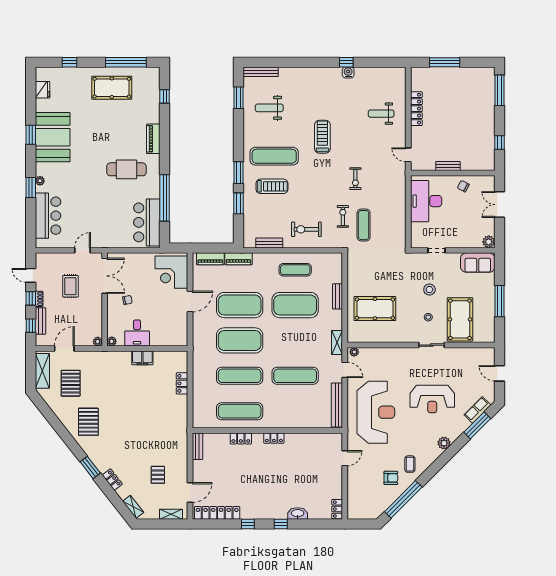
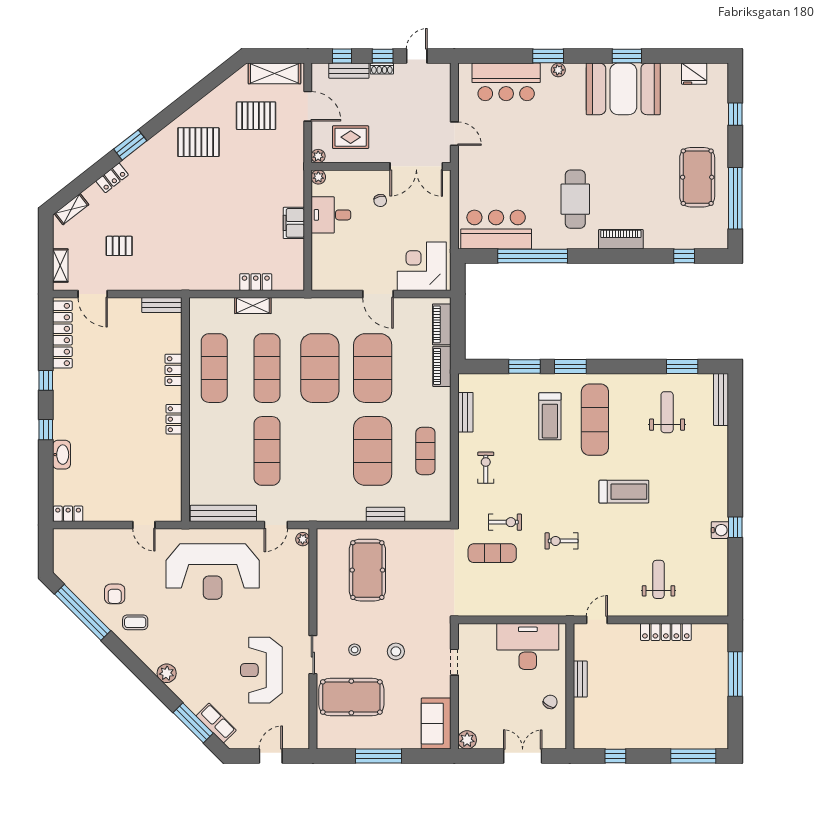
exercise bike: (306, 229) -> (486, 468), width x0.73, depth x0.72
rug: (70, 286) -> (351, 137), moved
shelving: (337, 342) -> (253, 306), moved
reception desk: (432, 399) -> (261, 670), moved

